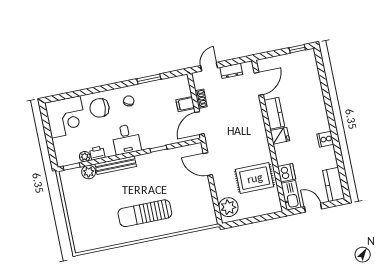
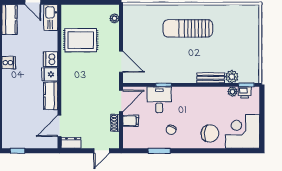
dresser: (231, 71) -> (71, 143), moved
chair: (129, 101) -> (171, 130), moved
desk: (126, 139) -> (159, 100), moved
printer: (97, 153) -> (245, 92), moved
bench: (116, 165) -> (211, 78), width x0.73
dishwasher: (287, 173) -> (50, 59), moved
plant: (228, 207) -> (114, 18), width x0.53, depth x0.53
sun lounger: (145, 213) -> (188, 28), turned 180

